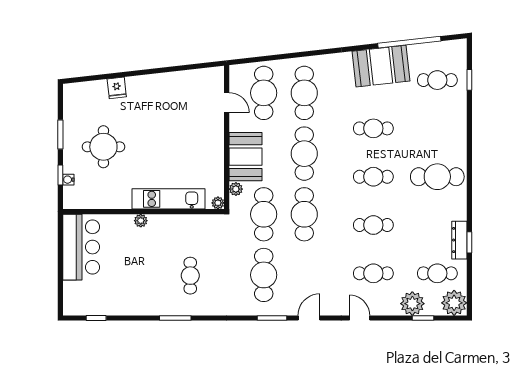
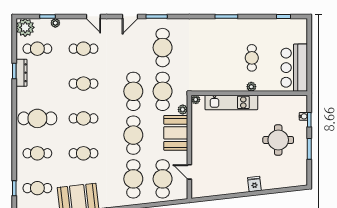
fridge: (117, 88) -> (254, 184), moved
cafe table: (437, 128) -> (37, 153), added
cafe table: (190, 276) -> (252, 58), moved
plant: (412, 304) -> (55, 23), width x0.53, depth x0.53

